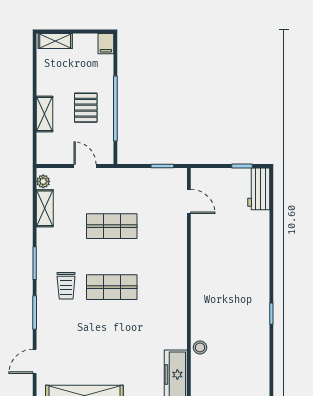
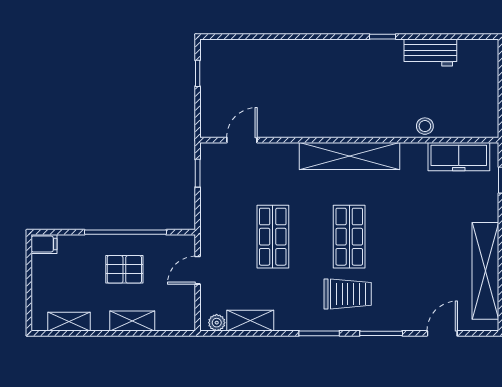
shelving: (55, 41) -> (69, 322), moved, turned 90
workbench: (259, 189) -> (430, 52), moved
trolley: (66, 286) -> (348, 294), width x1.36, depth x1.39
shelving: (176, 287) -> (350, 156), added
door: (35, 361) -> (442, 333), swing flipped

